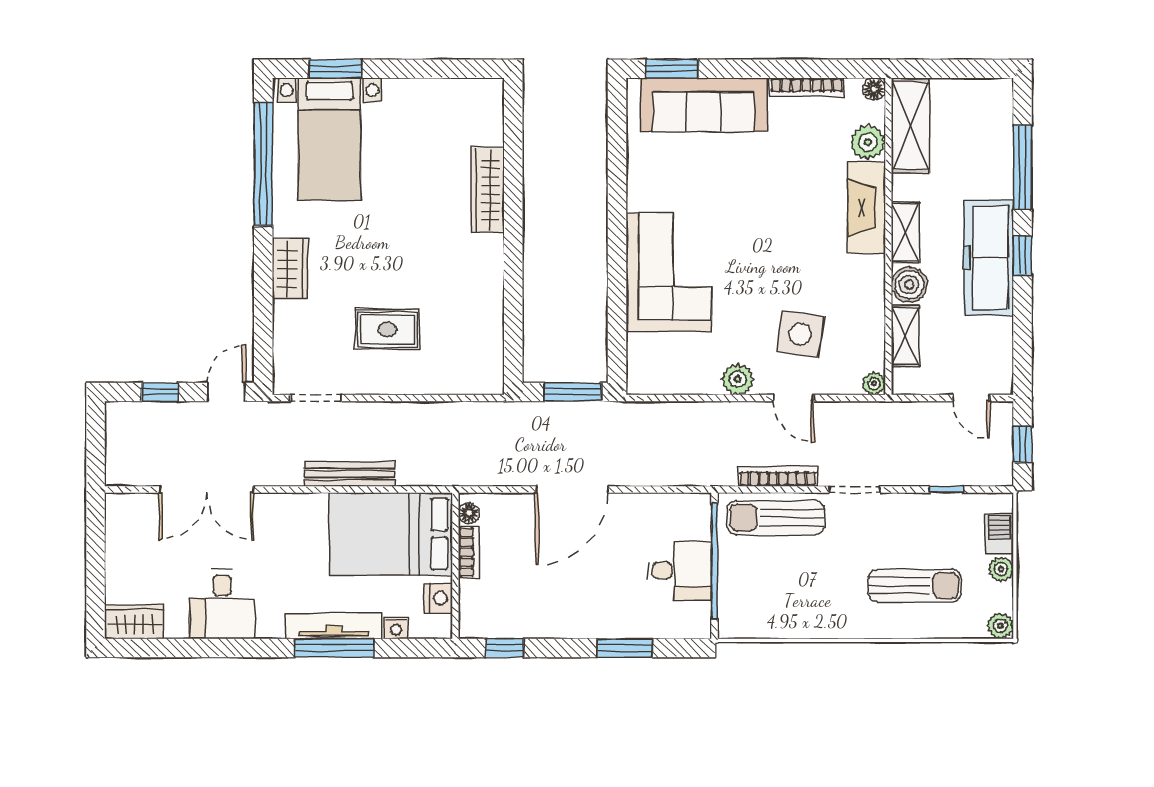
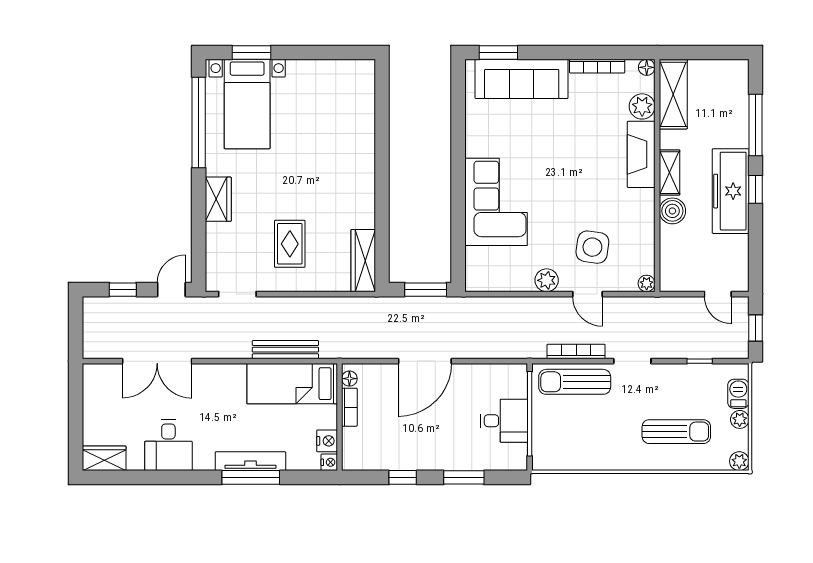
wardrobe: (488, 190) -> (363, 261), moved
rug: (388, 330) -> (290, 244), turned 90
shelving: (905, 336) -> (670, 248), removed
bench: (350, 474) -> (285, 350), moved
bed: (391, 534) -> (292, 384), width x0.67
nightstand: (396, 628) -> (329, 462), moved, turned -90
window: (505, 648) -> (403, 477), moved

